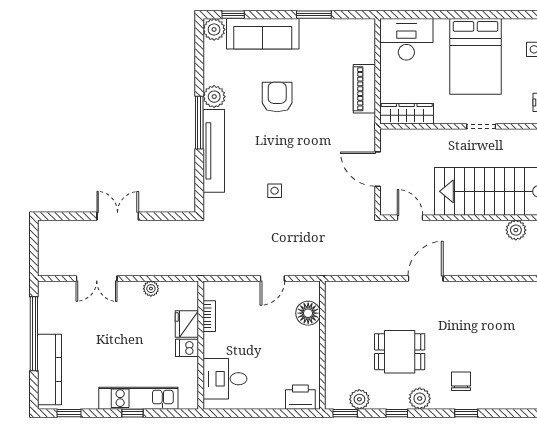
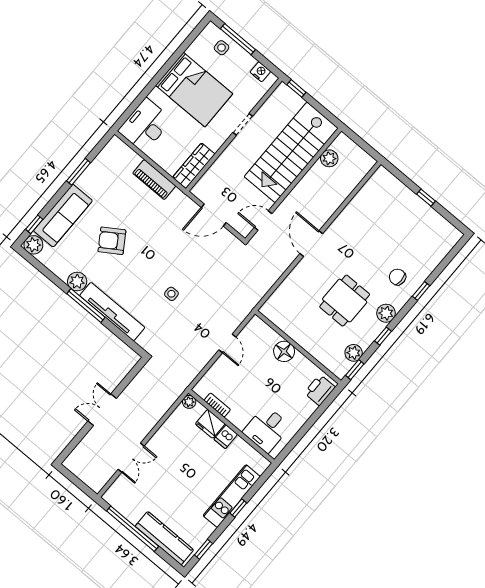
armchair: (277, 97) -> (112, 241), turned -33
plant: (151, 289) -> (189, 402), moved
floor lamp: (308, 313) -> (284, 351), moved

